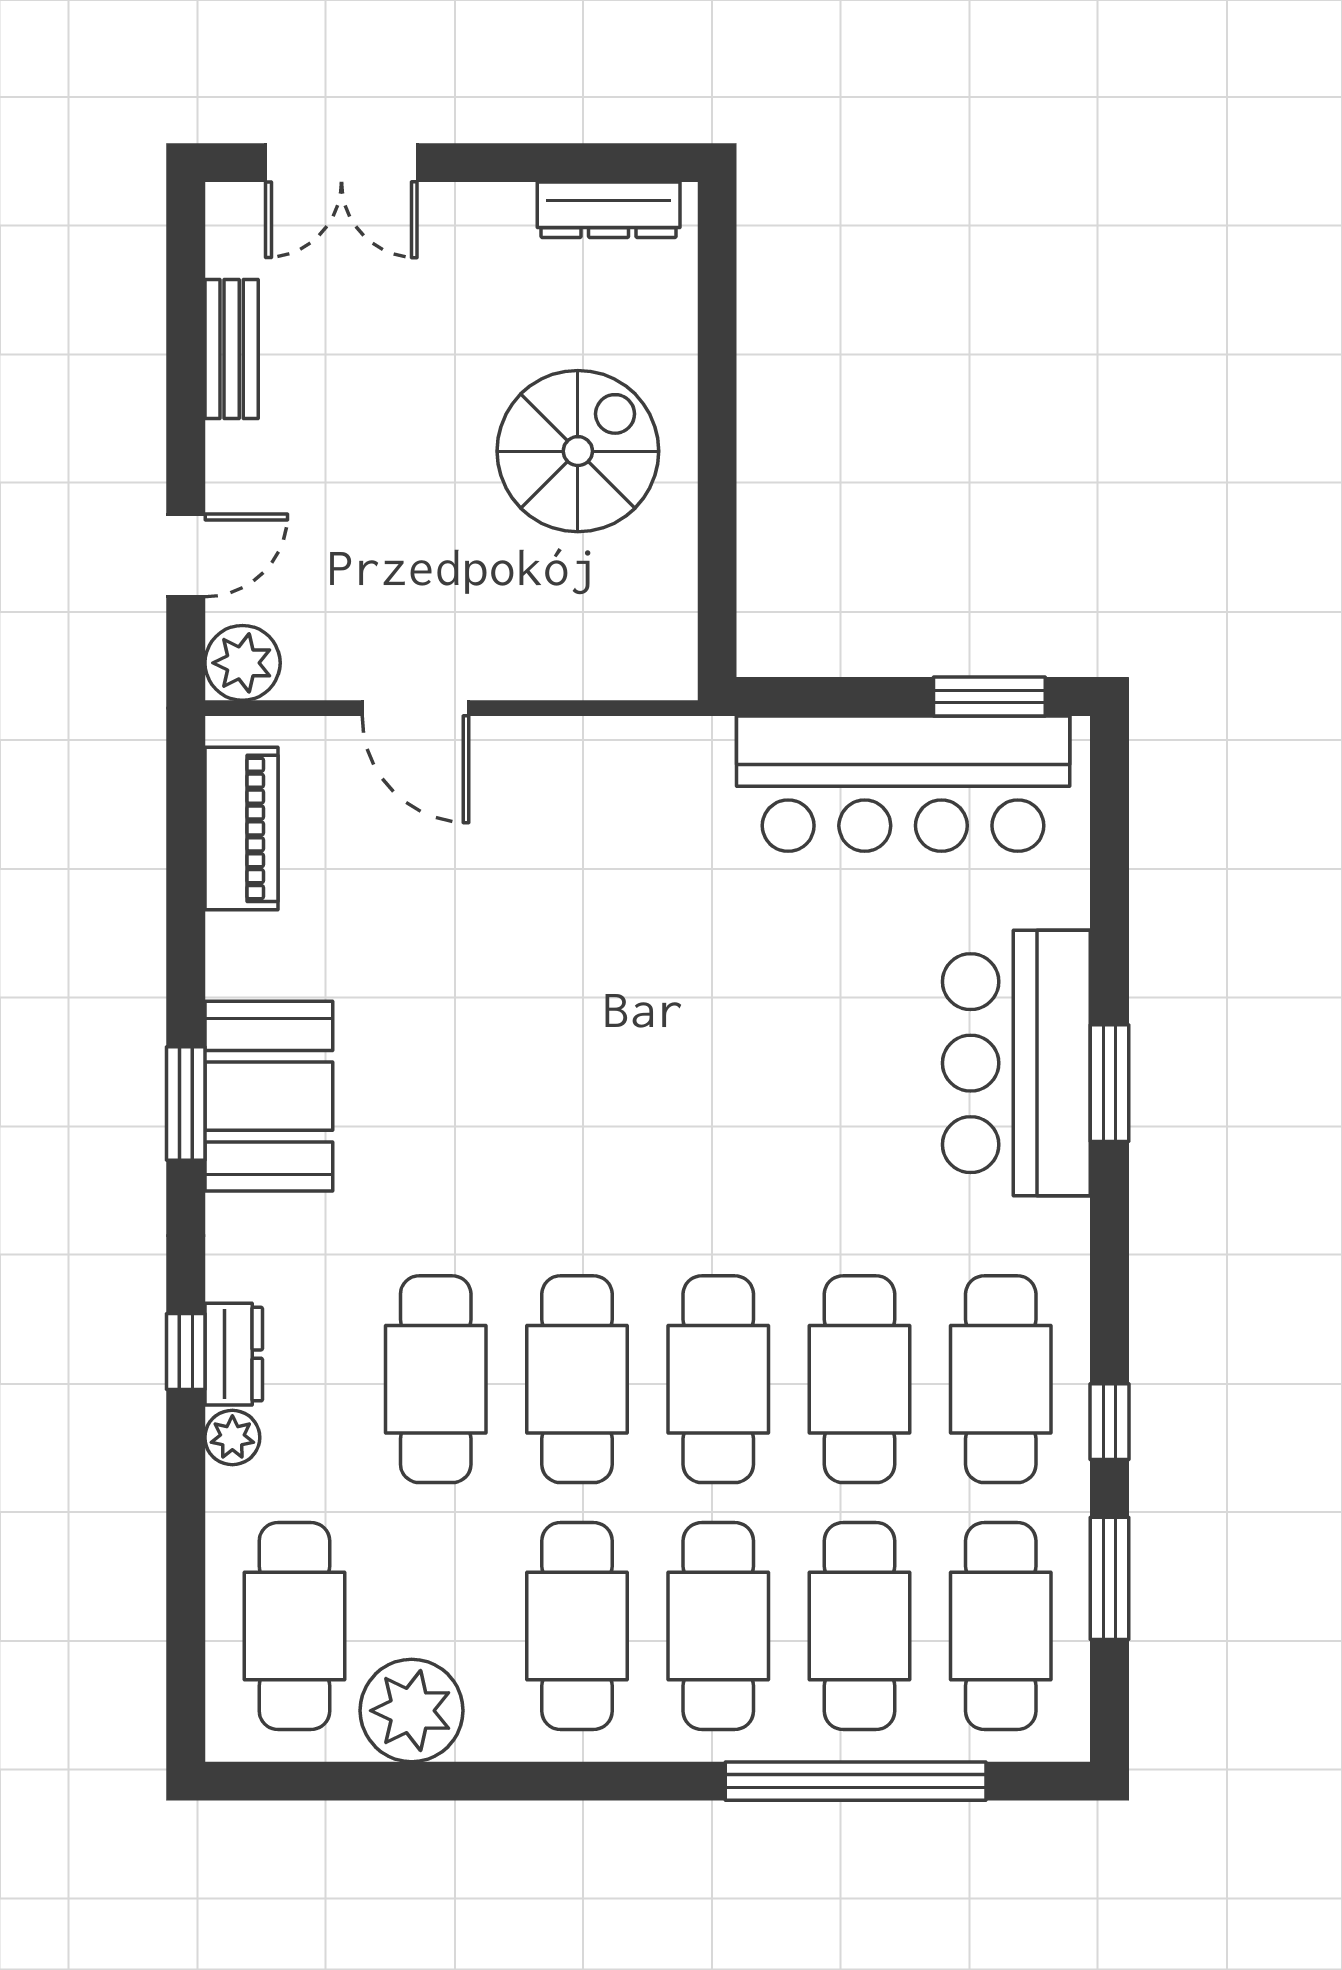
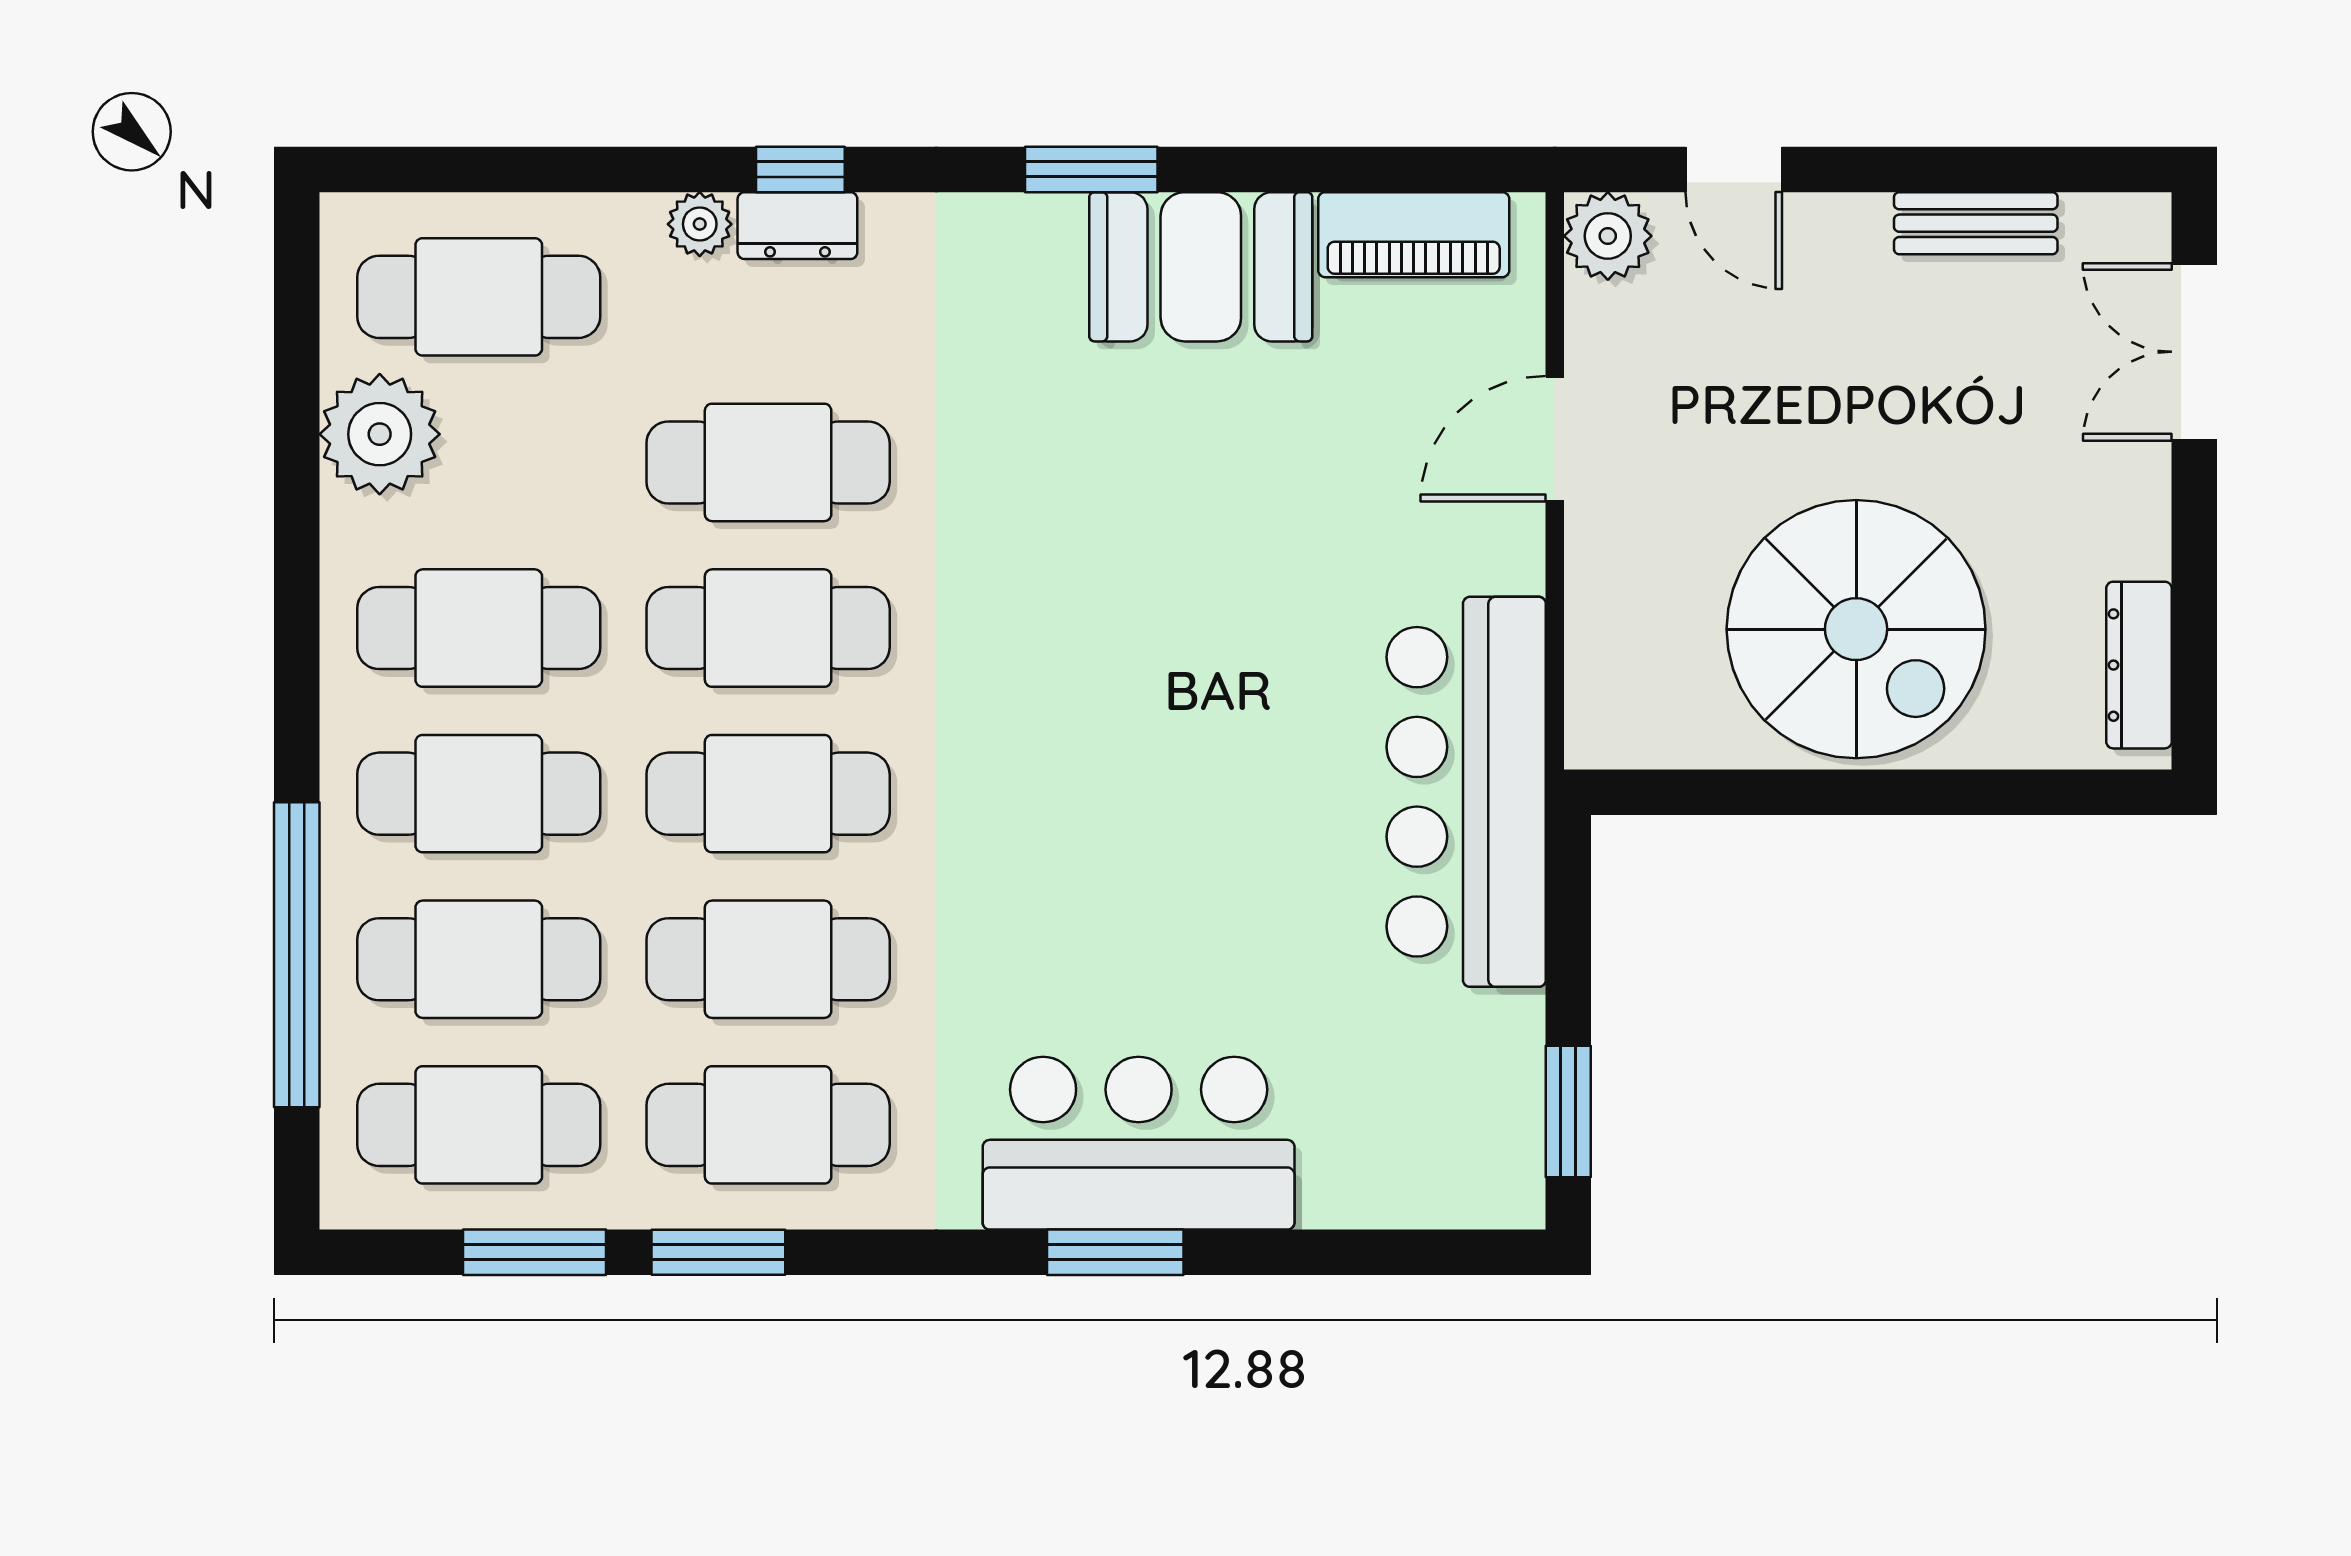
spiral stairs: (578, 451) -> (1856, 629), width x1.37, depth x1.37
bar counter: (903, 784) -> (1466, 792), moved
booth: (269, 1096) -> (1201, 267), moved
window: (1110, 1422) -> (718, 1252), width x1.50

